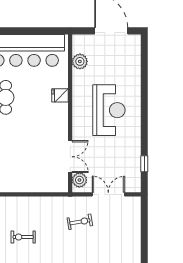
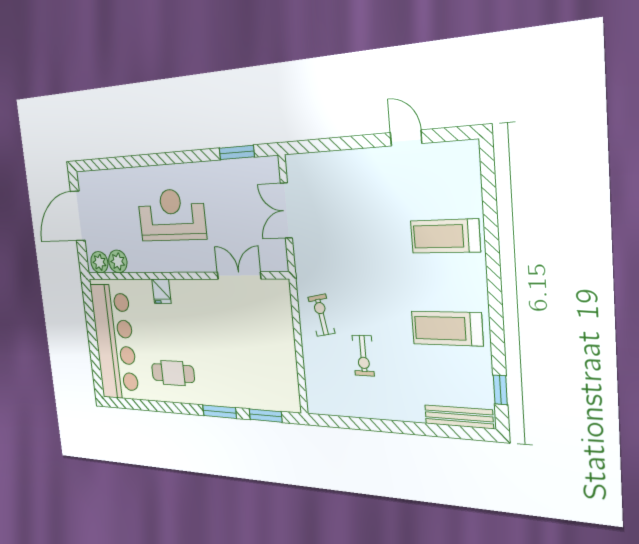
window: (144, 164) -> (237, 153), width x1.50
plant: (79, 180) -> (99, 262), moved
exercise bike: (80, 222) -> (321, 315), moved

